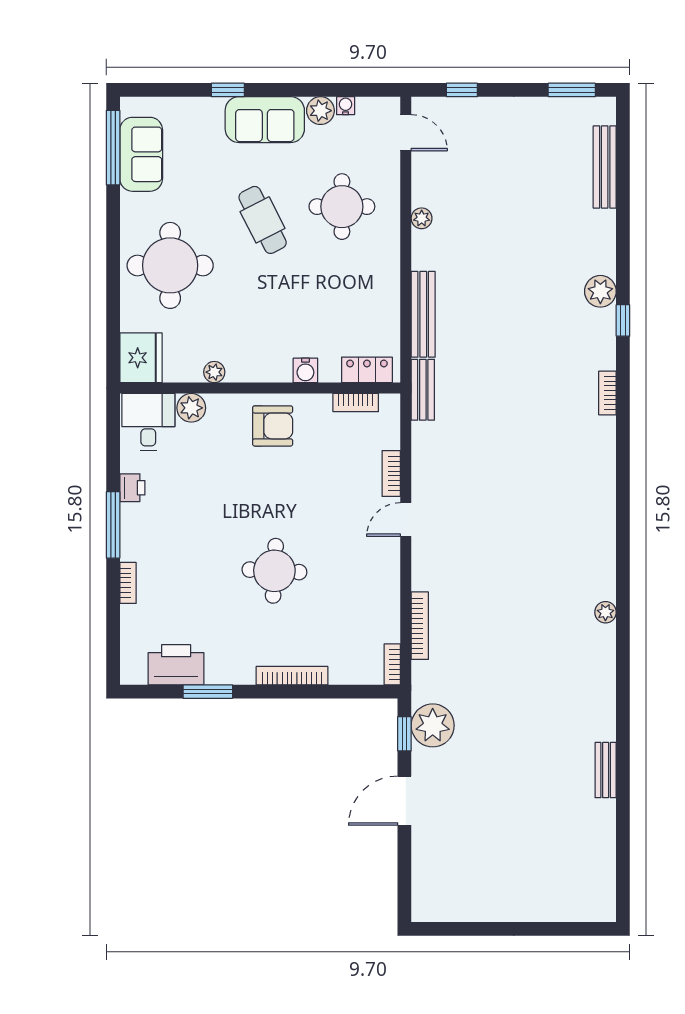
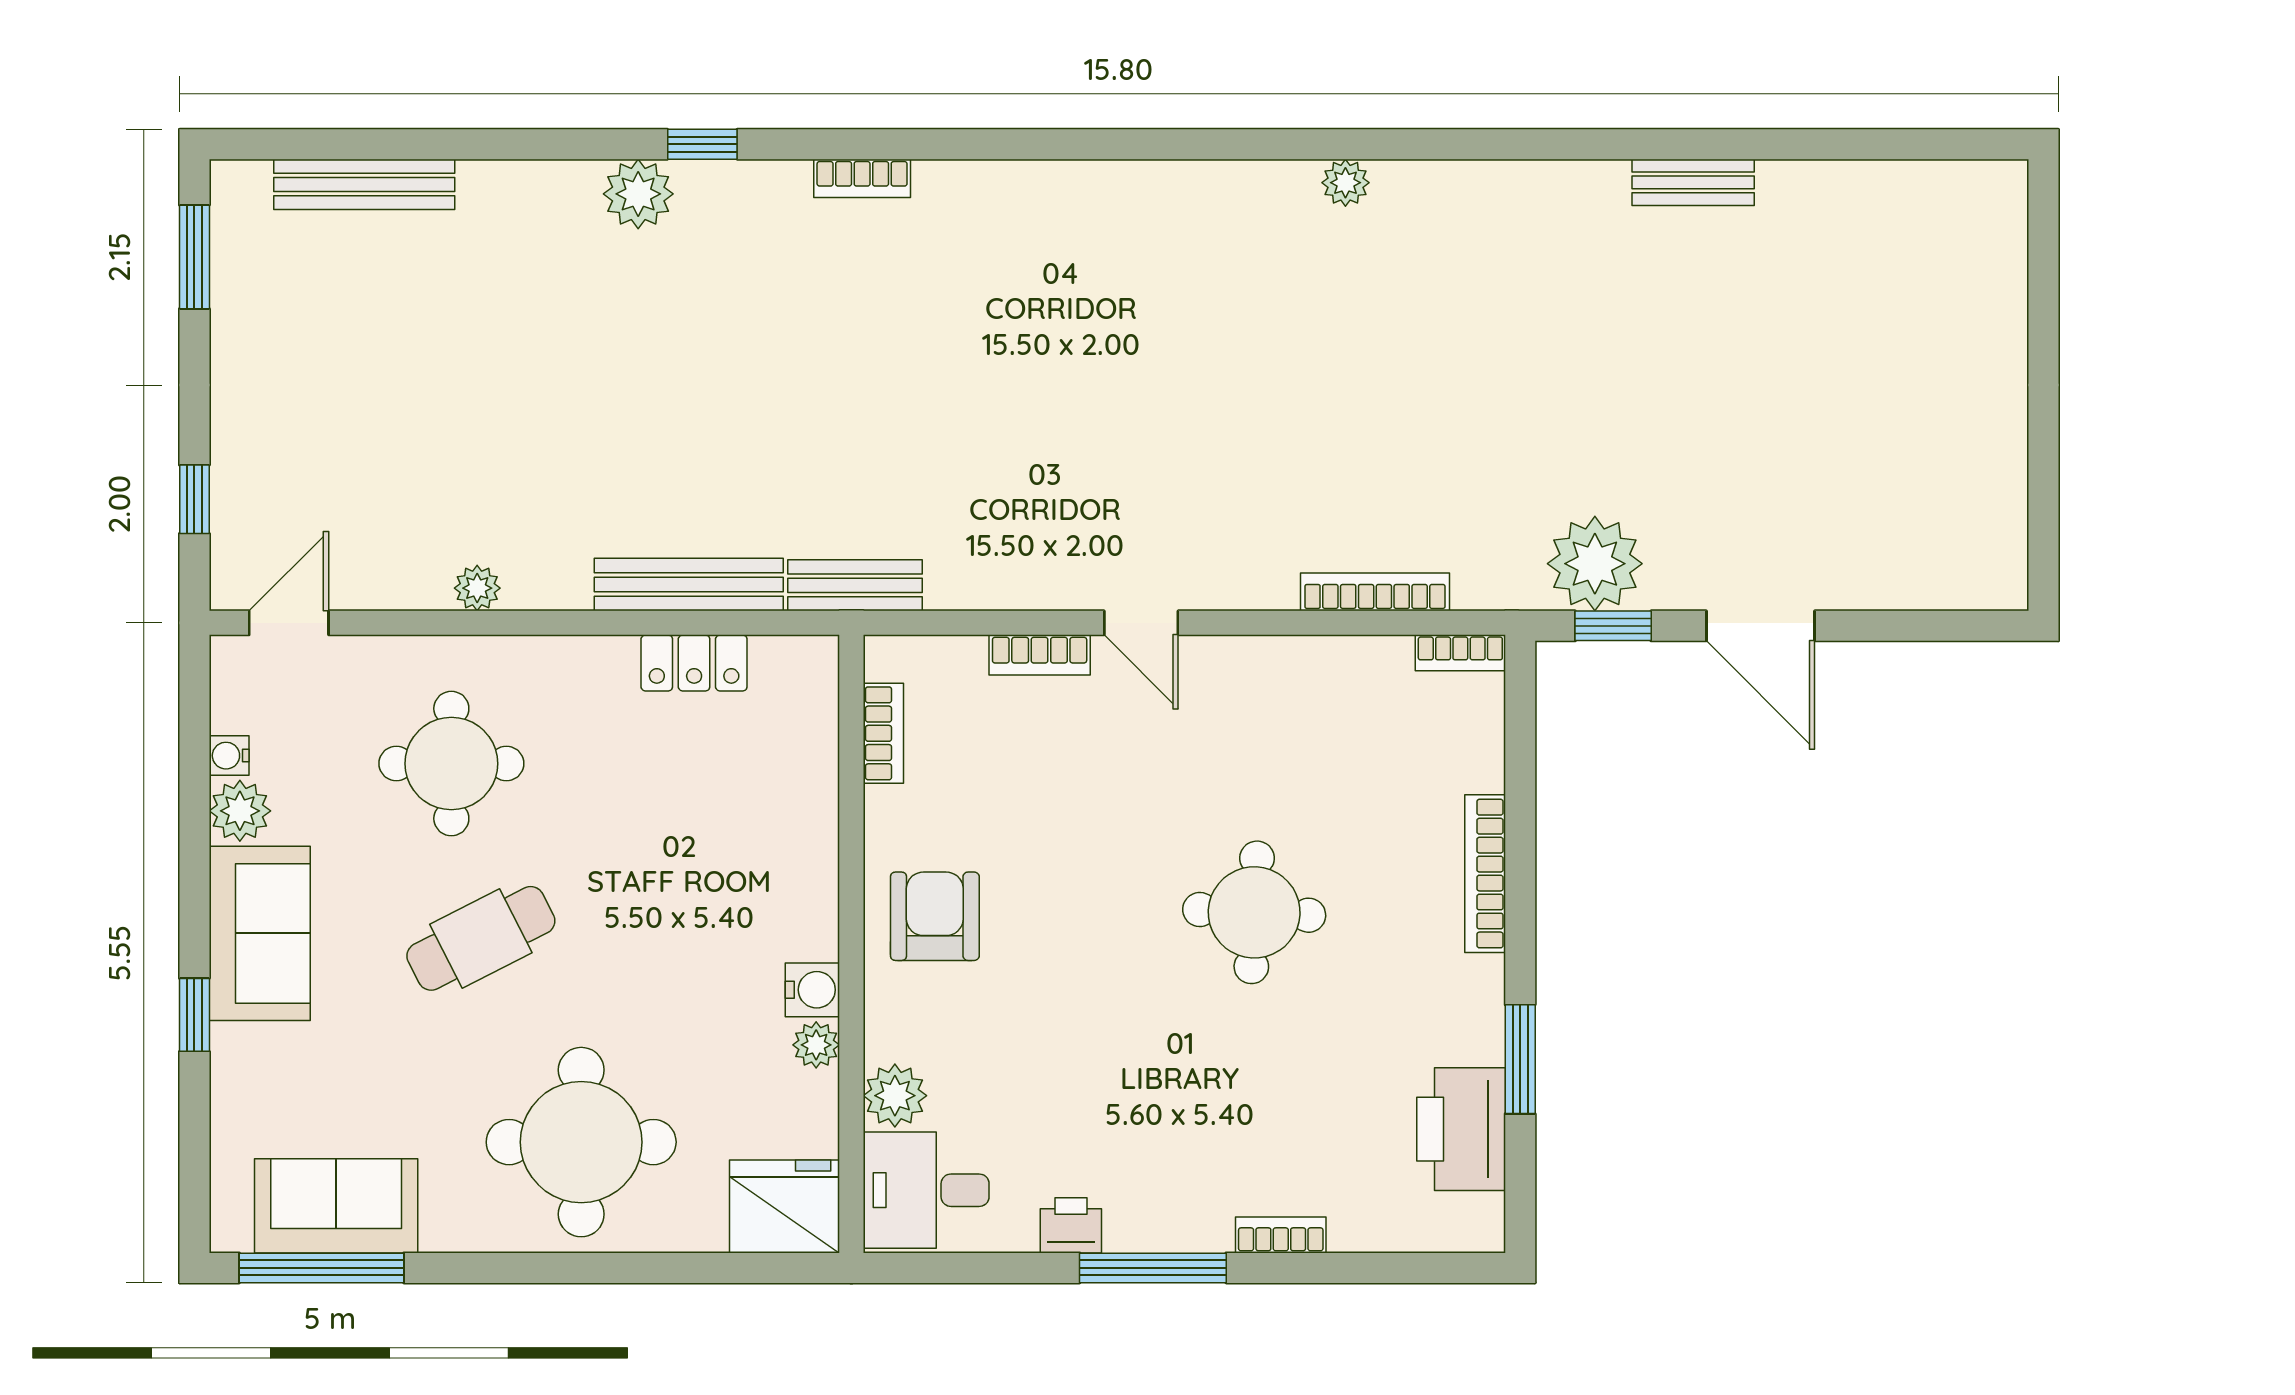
water cooler: (305, 370) -> (812, 990), moved
locker: (367, 370) -> (694, 663), moved, turned -90

